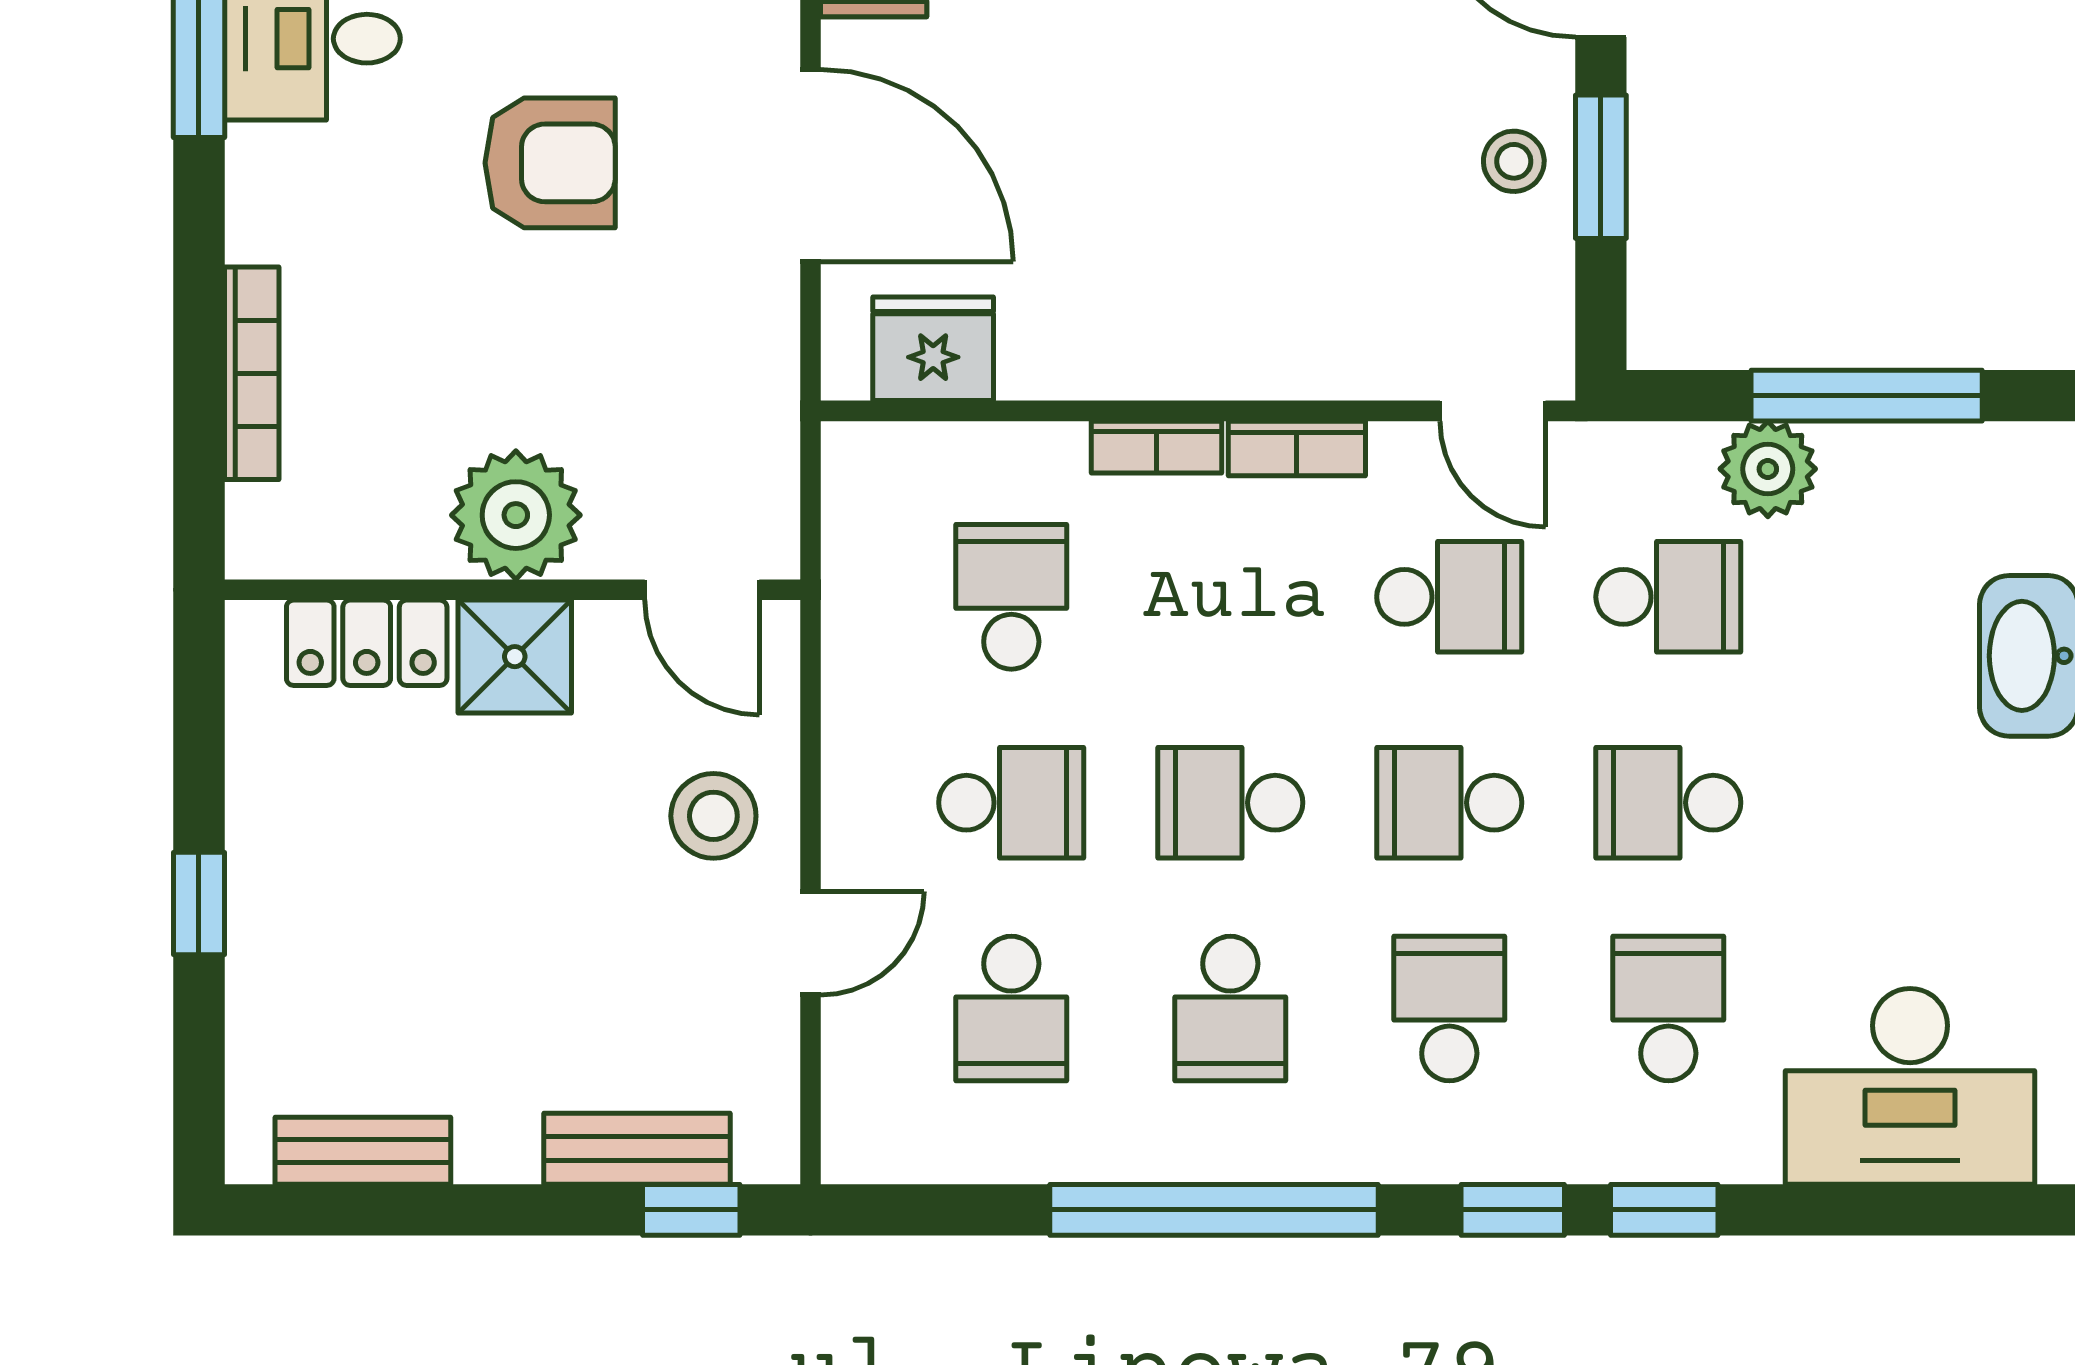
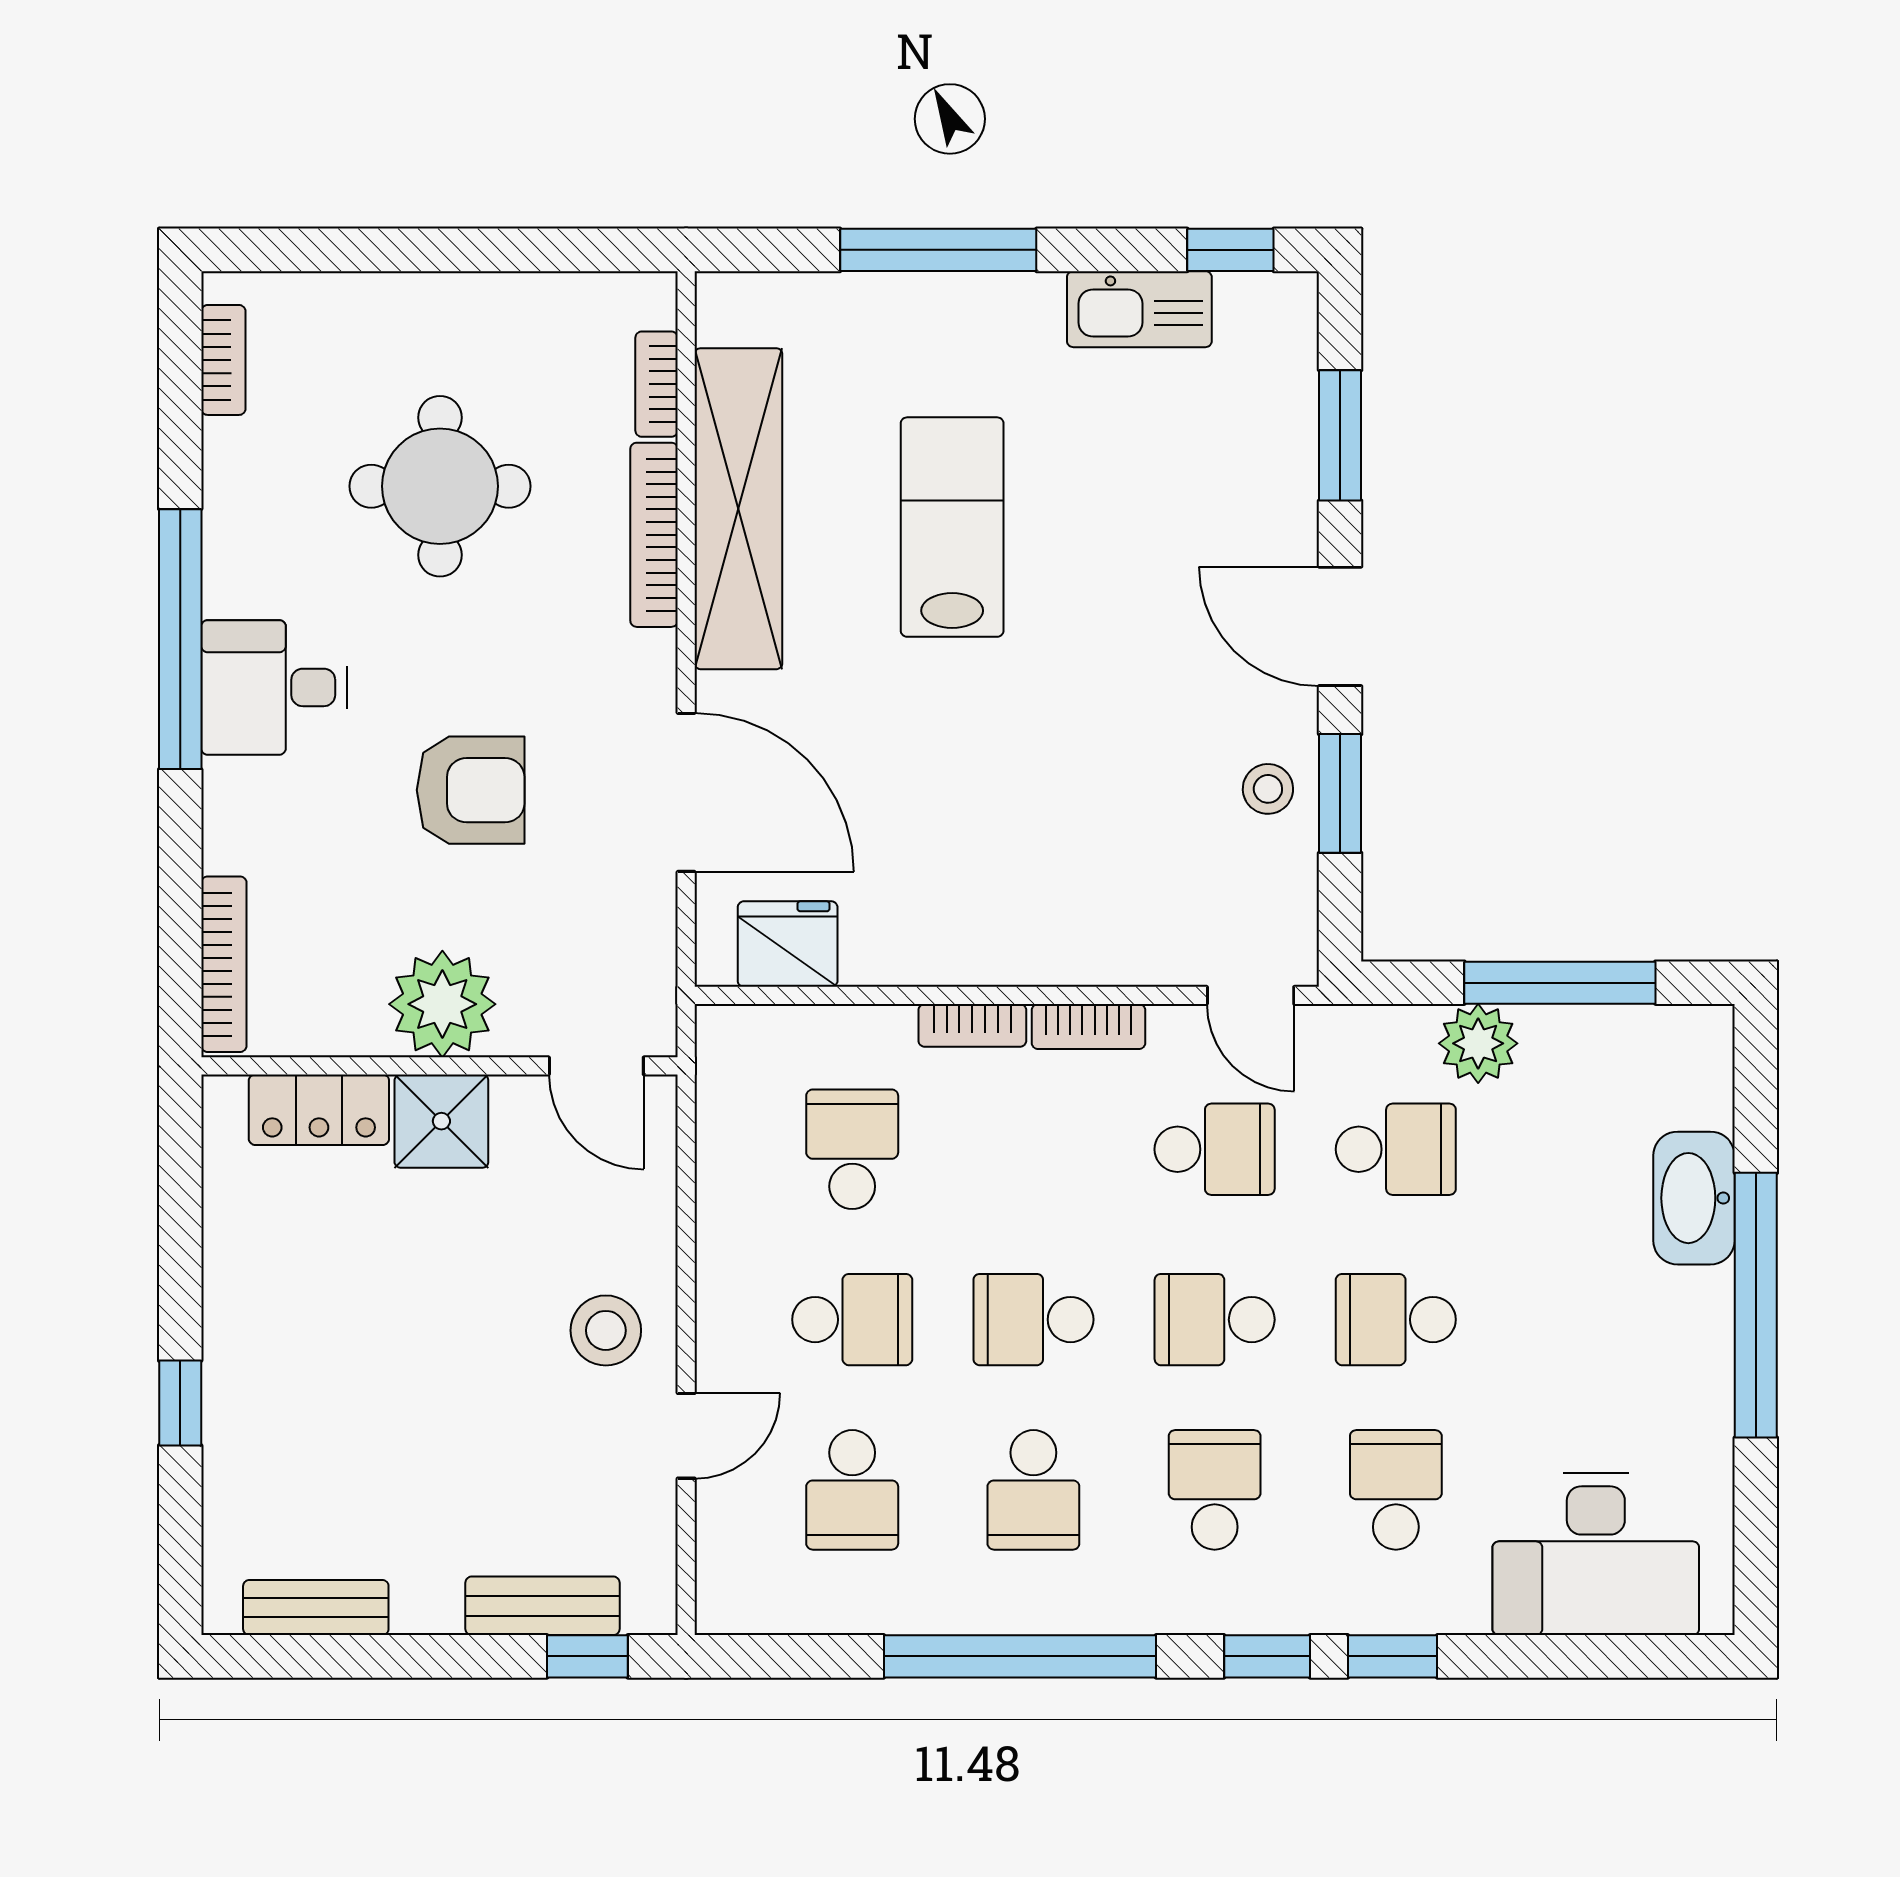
plant: (516, 515) -> (442, 1004), moved
wall: (512, 590) -> (439, 1066), moved
door: (702, 590) -> (596, 1066), moved
locker: (367, 643) -> (319, 1110), moved
shower: (515, 657) -> (441, 1121), moved

